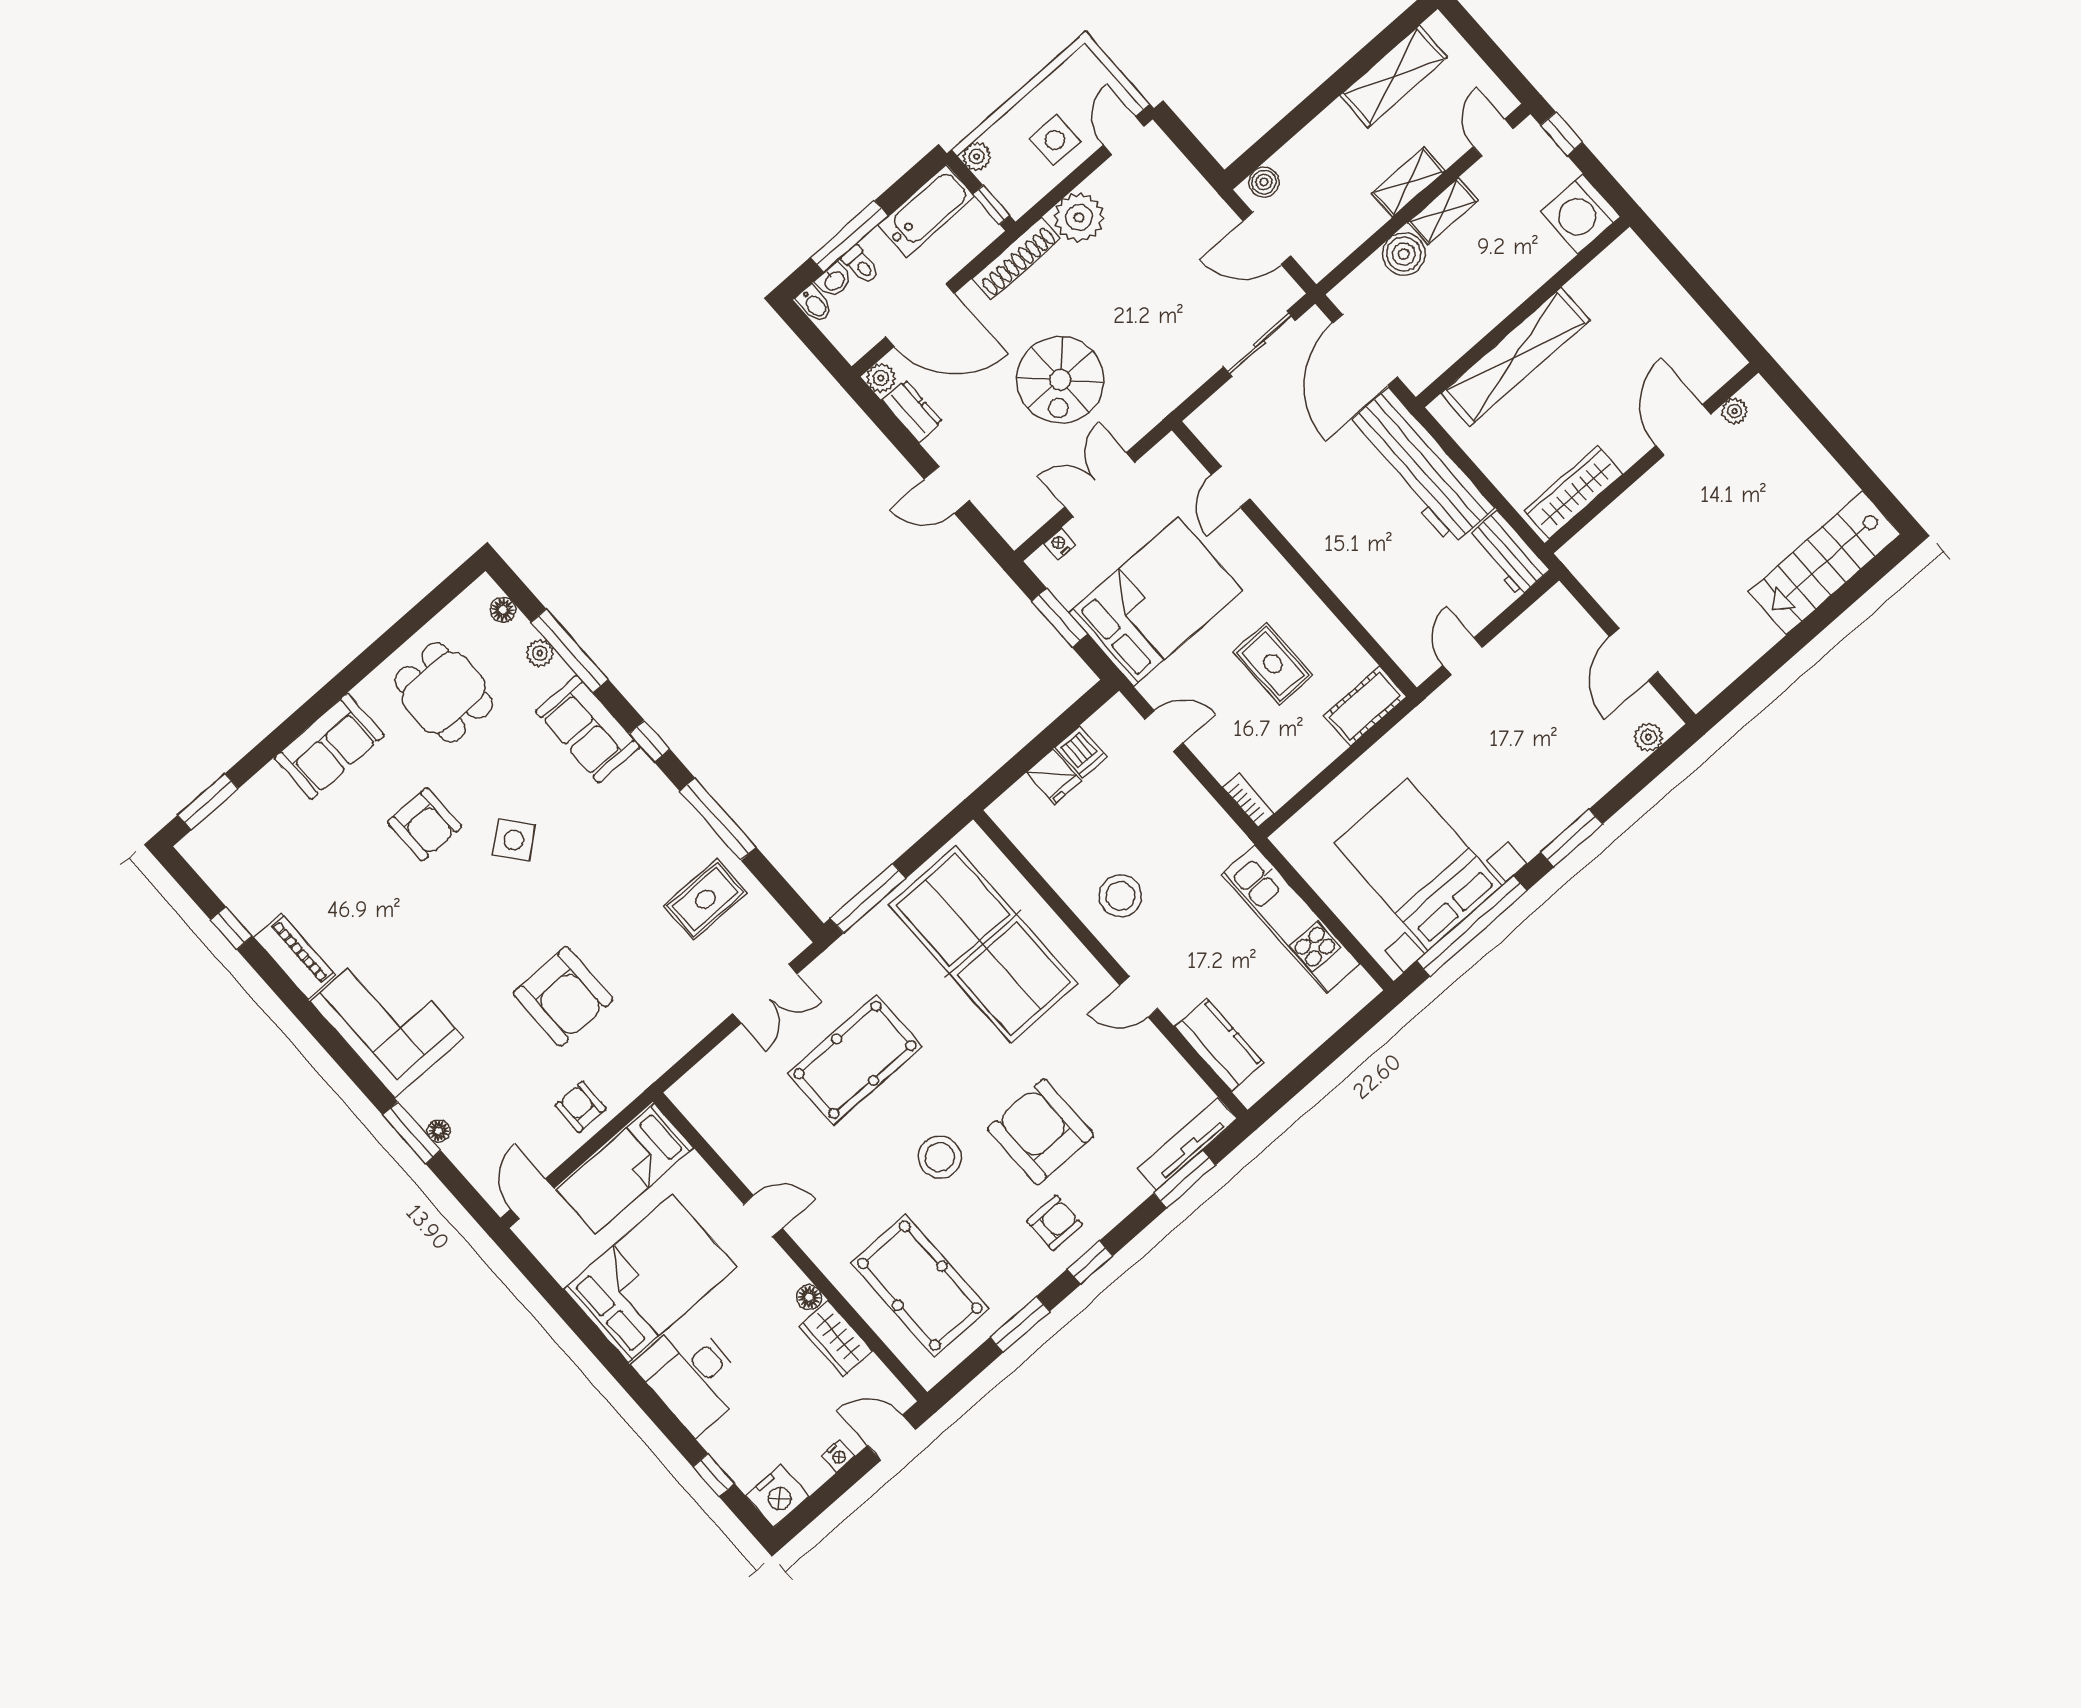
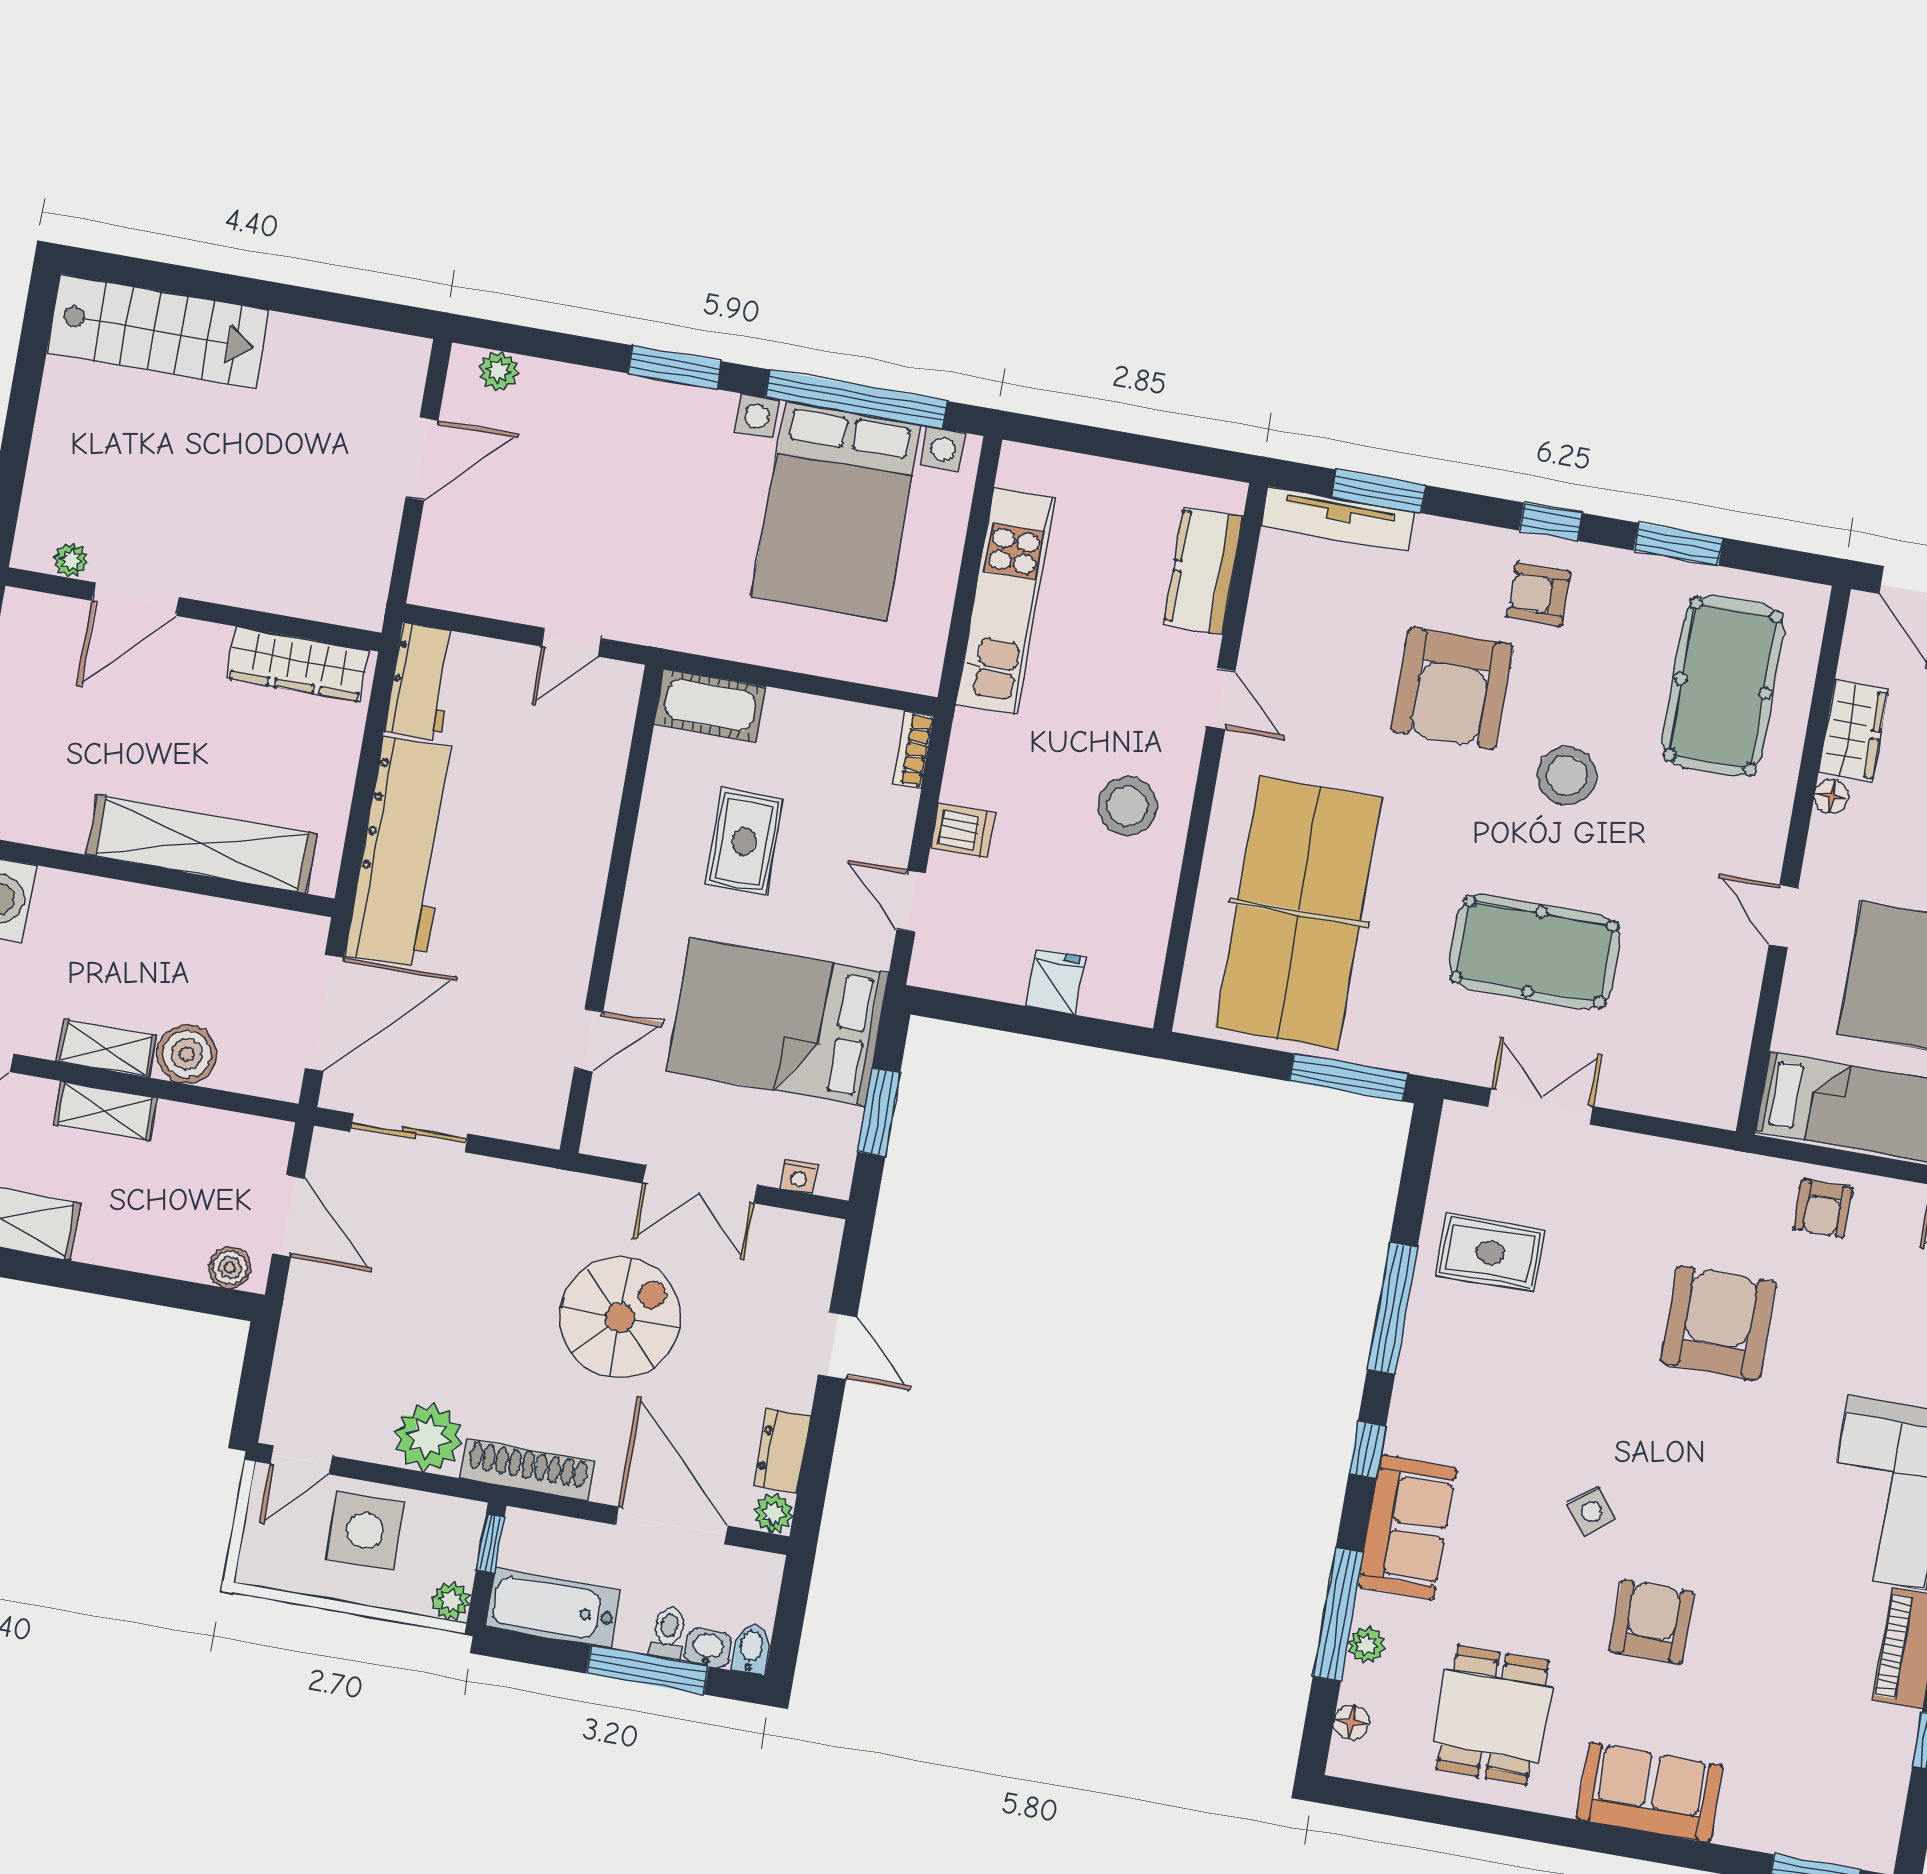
side table: (1055, 140) -> (365, 1531), width x1.37, depth x1.37
dishwasher: (1081, 752) -> (963, 830), moved, turned 90
side table: (514, 840) -> (1592, 1512), width x0.73, depth x0.73

